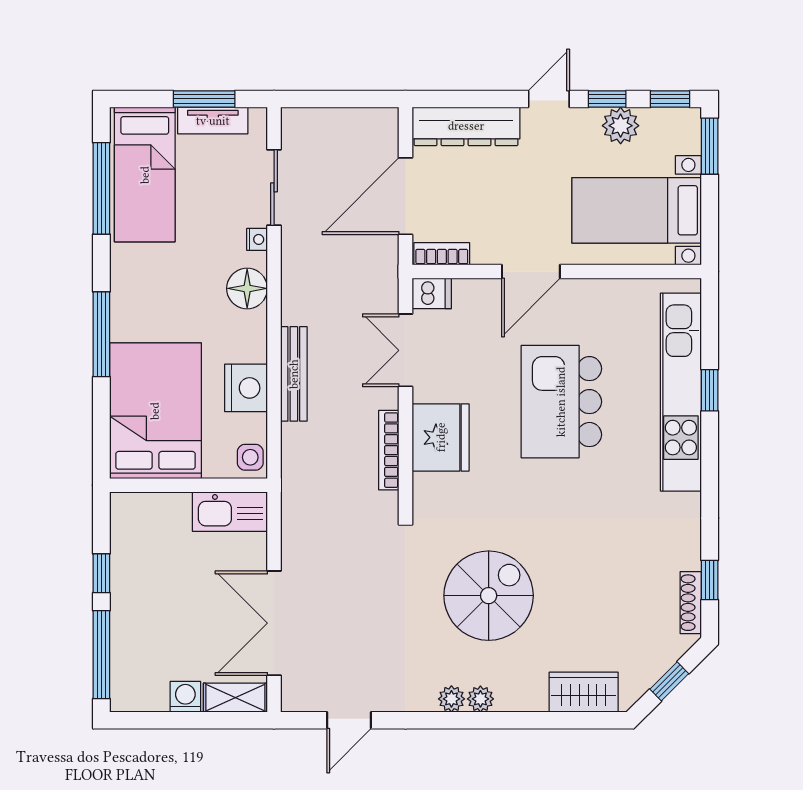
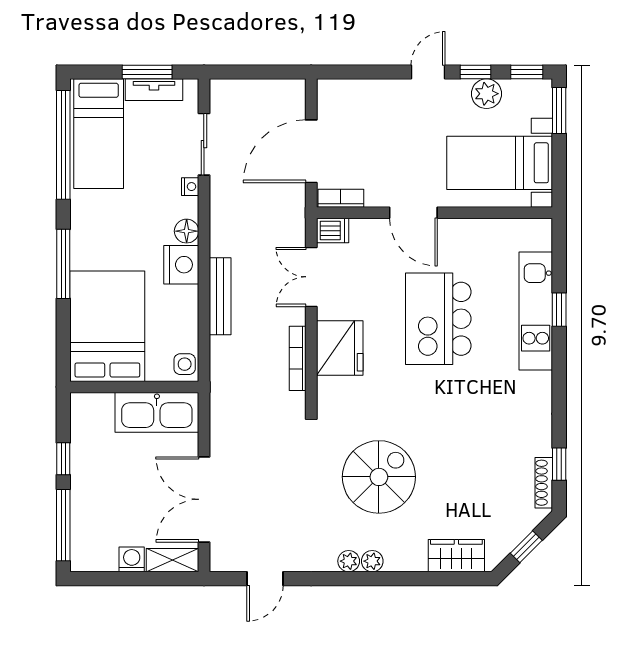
dresser: (466, 126) -> (361, 94), removed
window: (101, 188) -> (63, 145), width x1.46
door: (531, 272) -> (413, 213), hinge flipped
floor lamp: (247, 288) -> (187, 231), width x0.73, depth x0.73
nightstand: (246, 388) -> (181, 265), moved
kitchen unit: (681, 392) -> (536, 311), width x0.73
kitchen sink: (230, 512) -> (157, 412), width x1.36, depth x1.24

